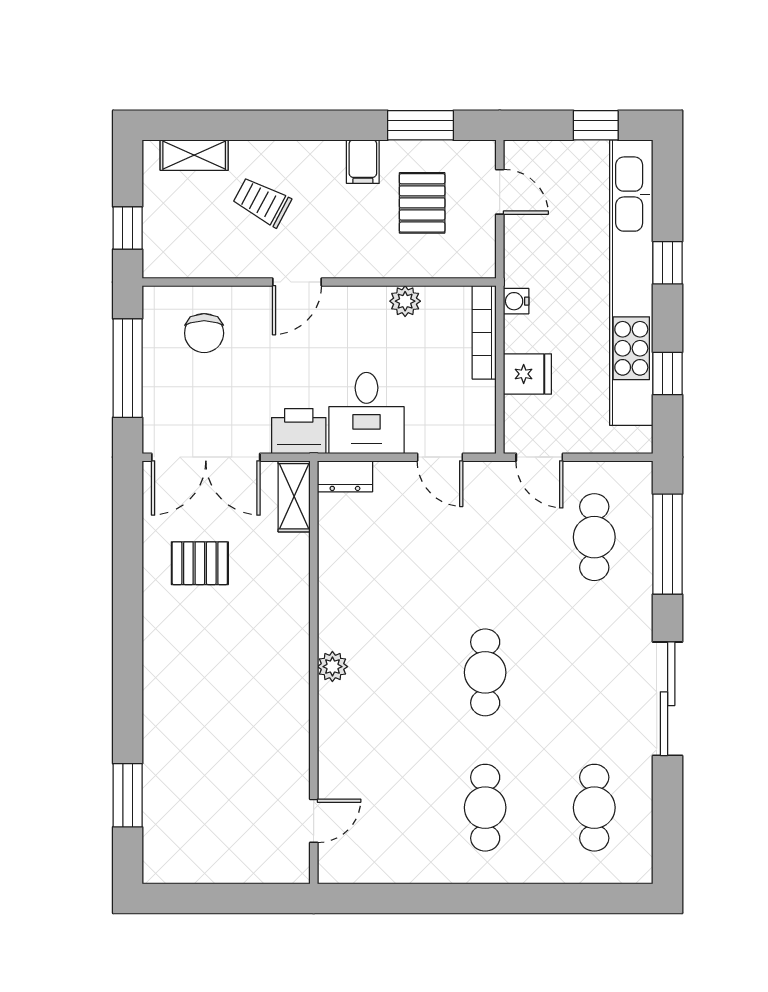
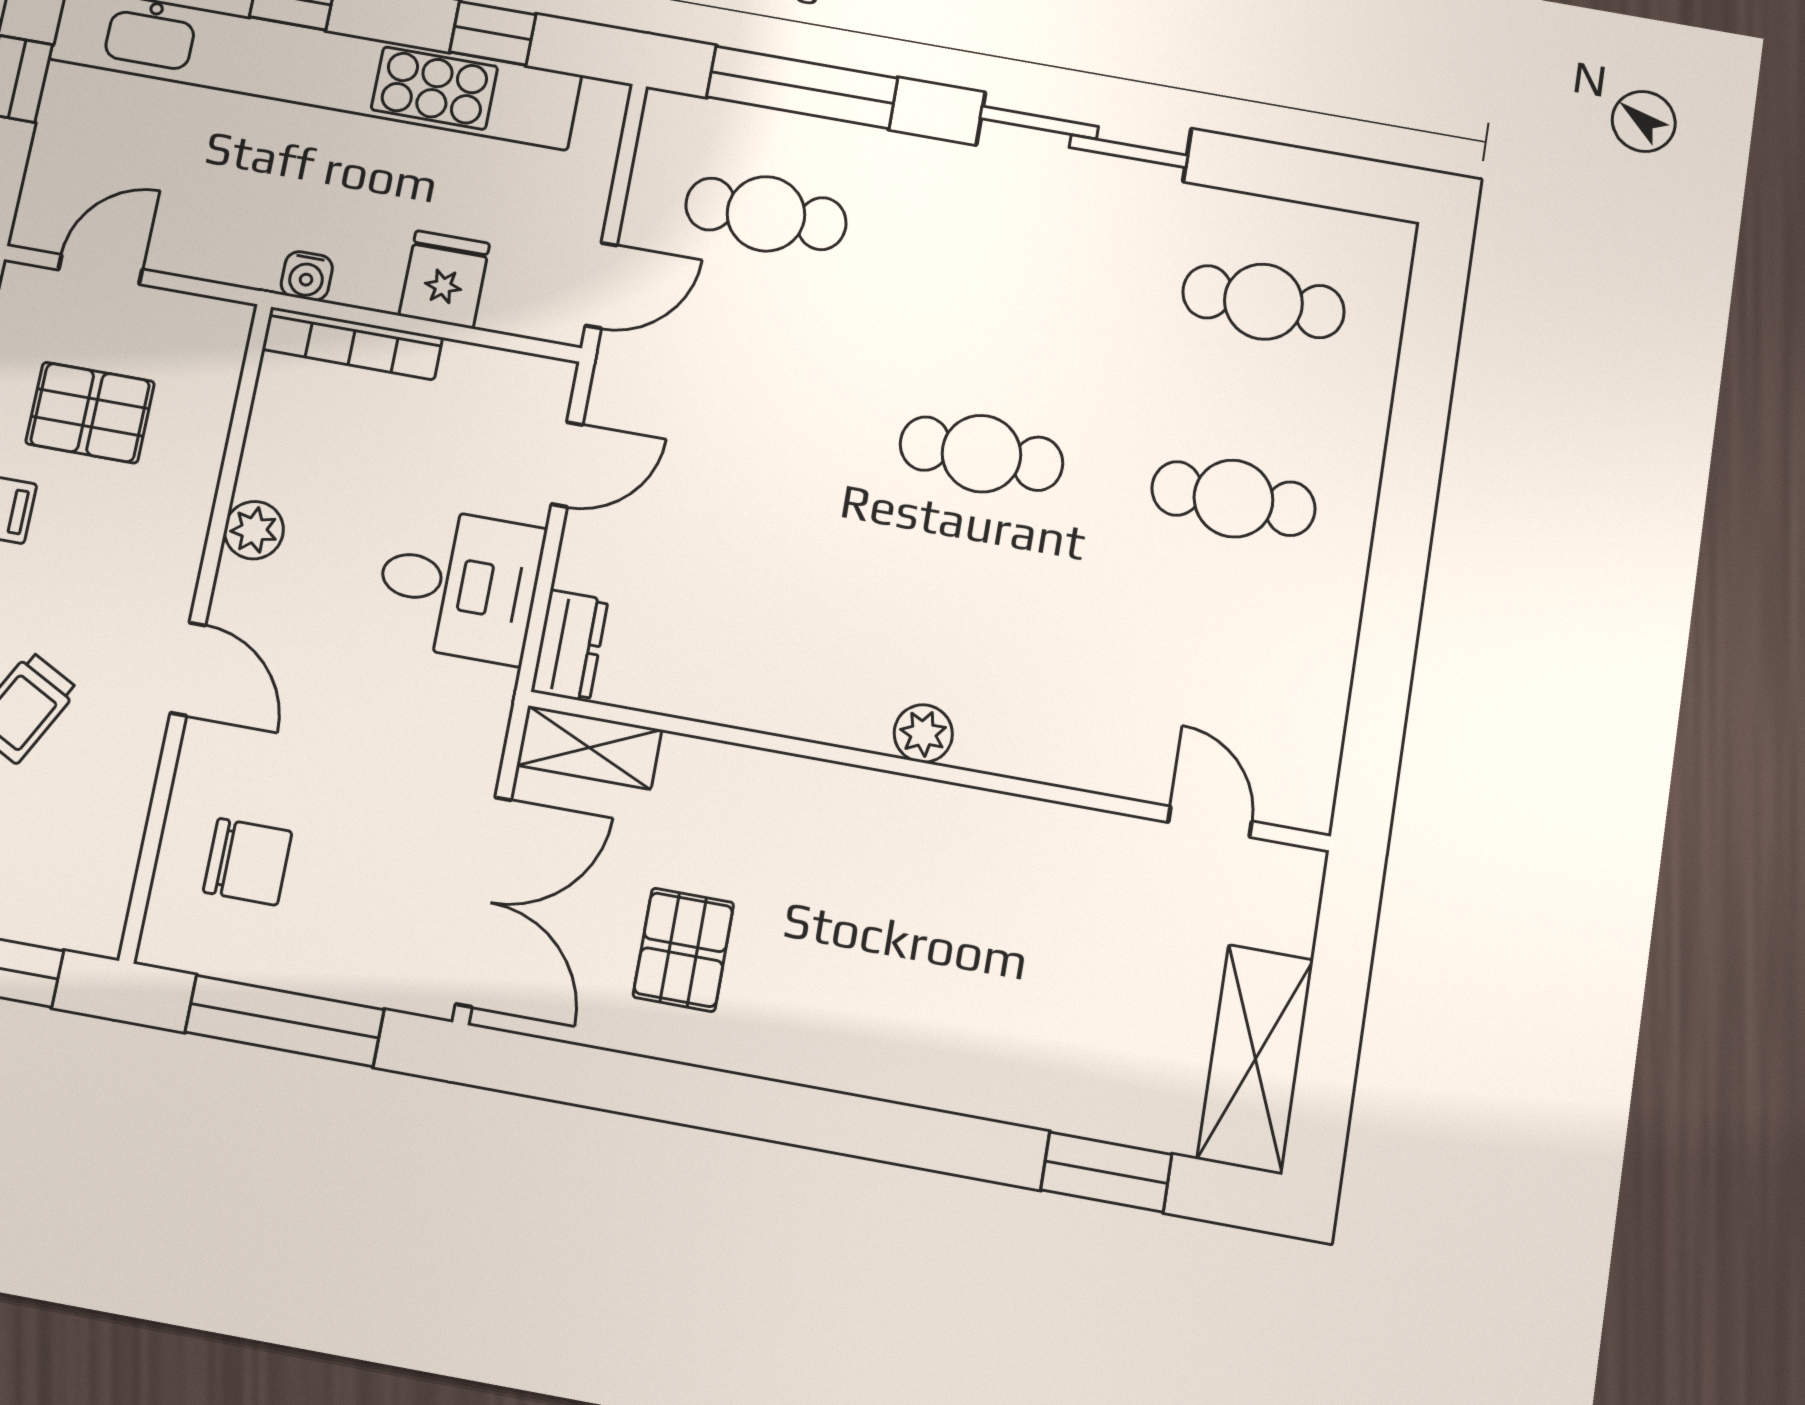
plant: (405, 301) -> (254, 530), moved
printer: (299, 431) -> (468, 716), removed
shelving: (198, 862) -> (1255, 1059), added

